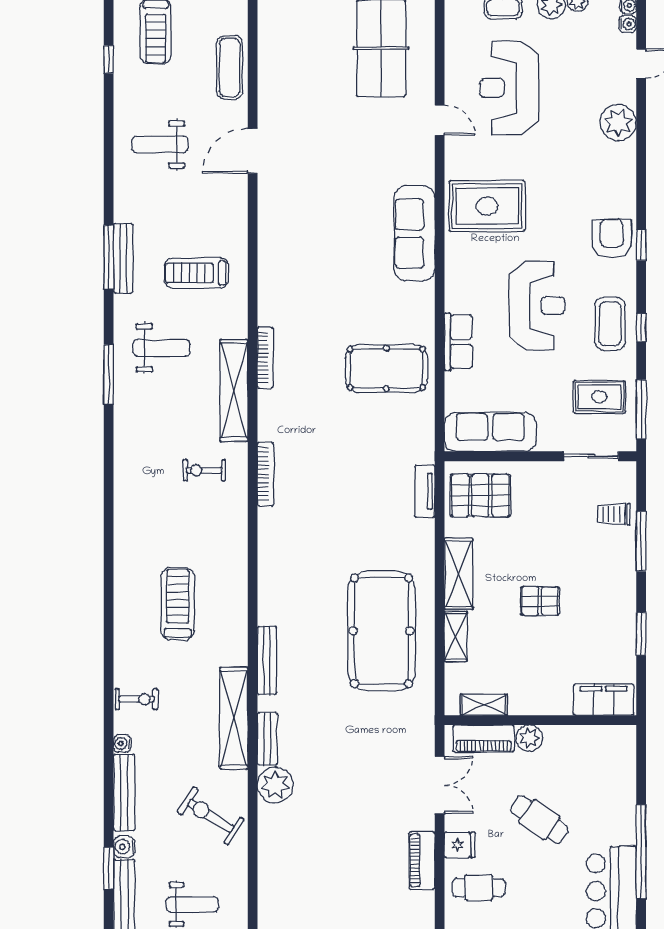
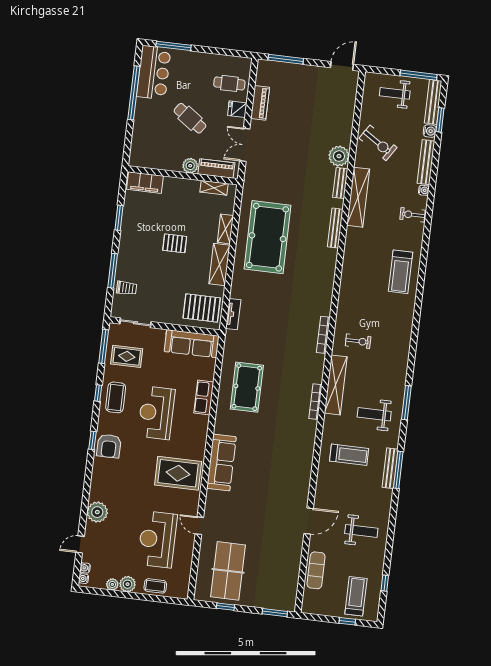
reception desk: (509, 88) -> (157, 539), turned 180
pool table: (386, 368) -> (247, 387), turned 90
treadmill: (178, 604) -> (400, 272), moved

